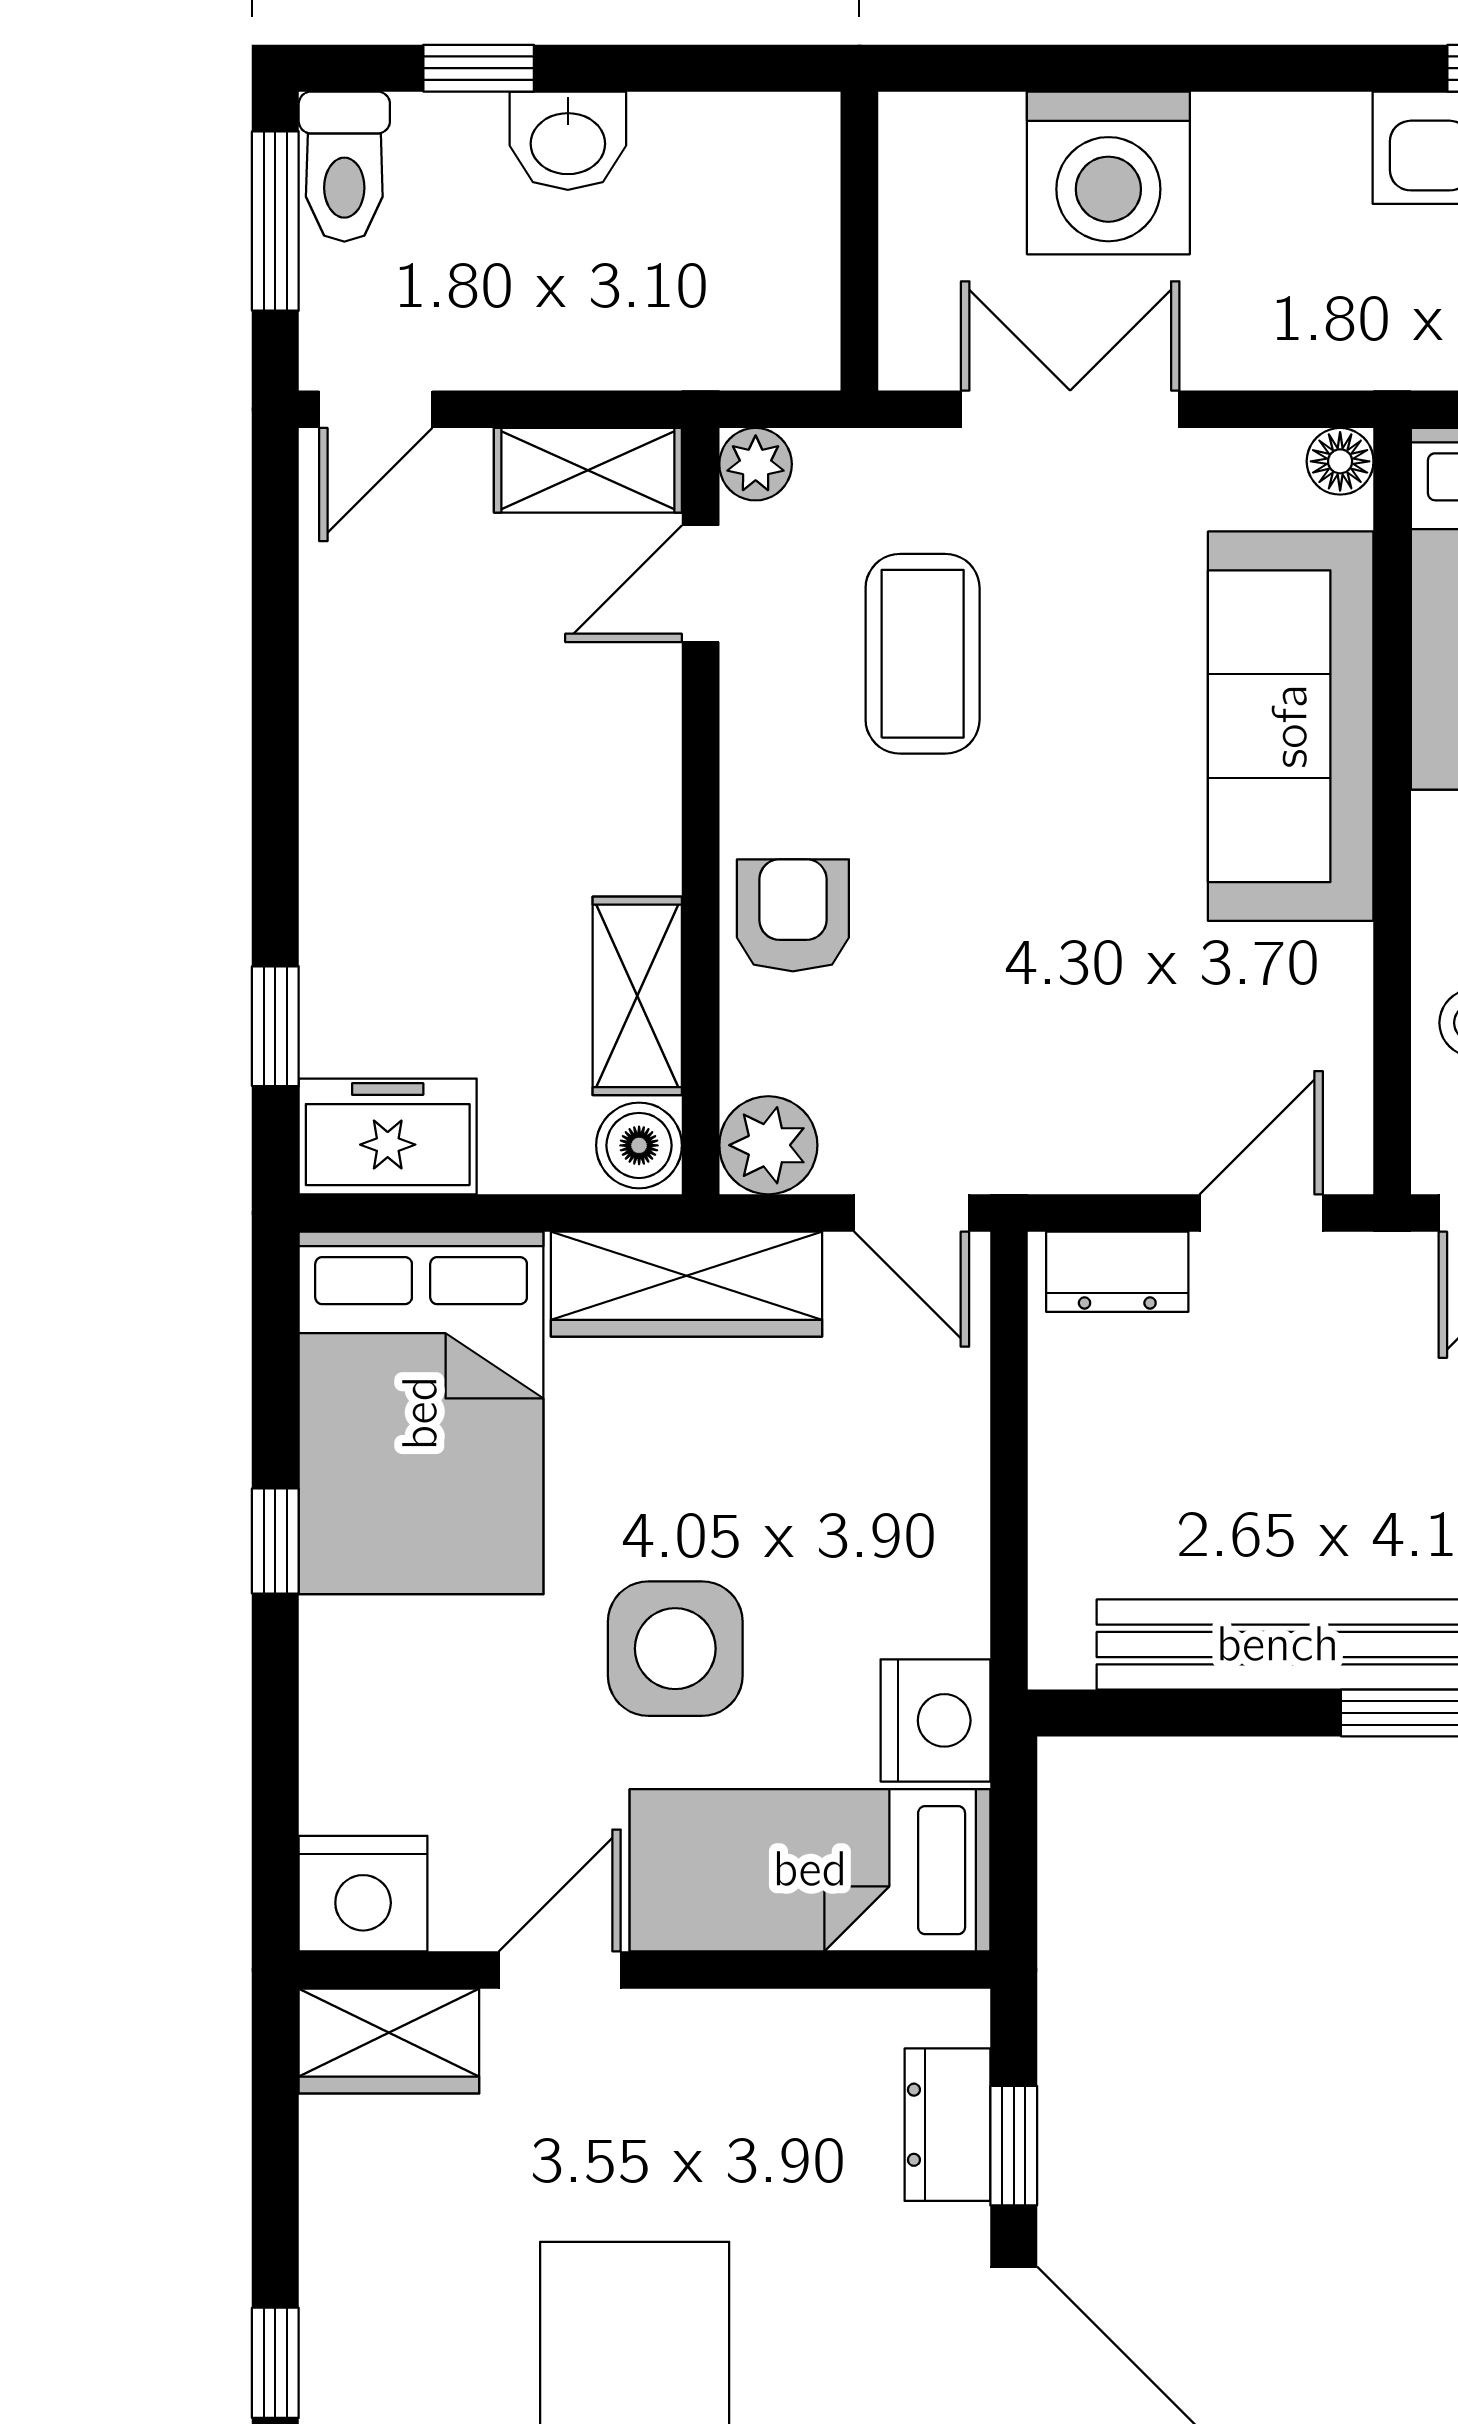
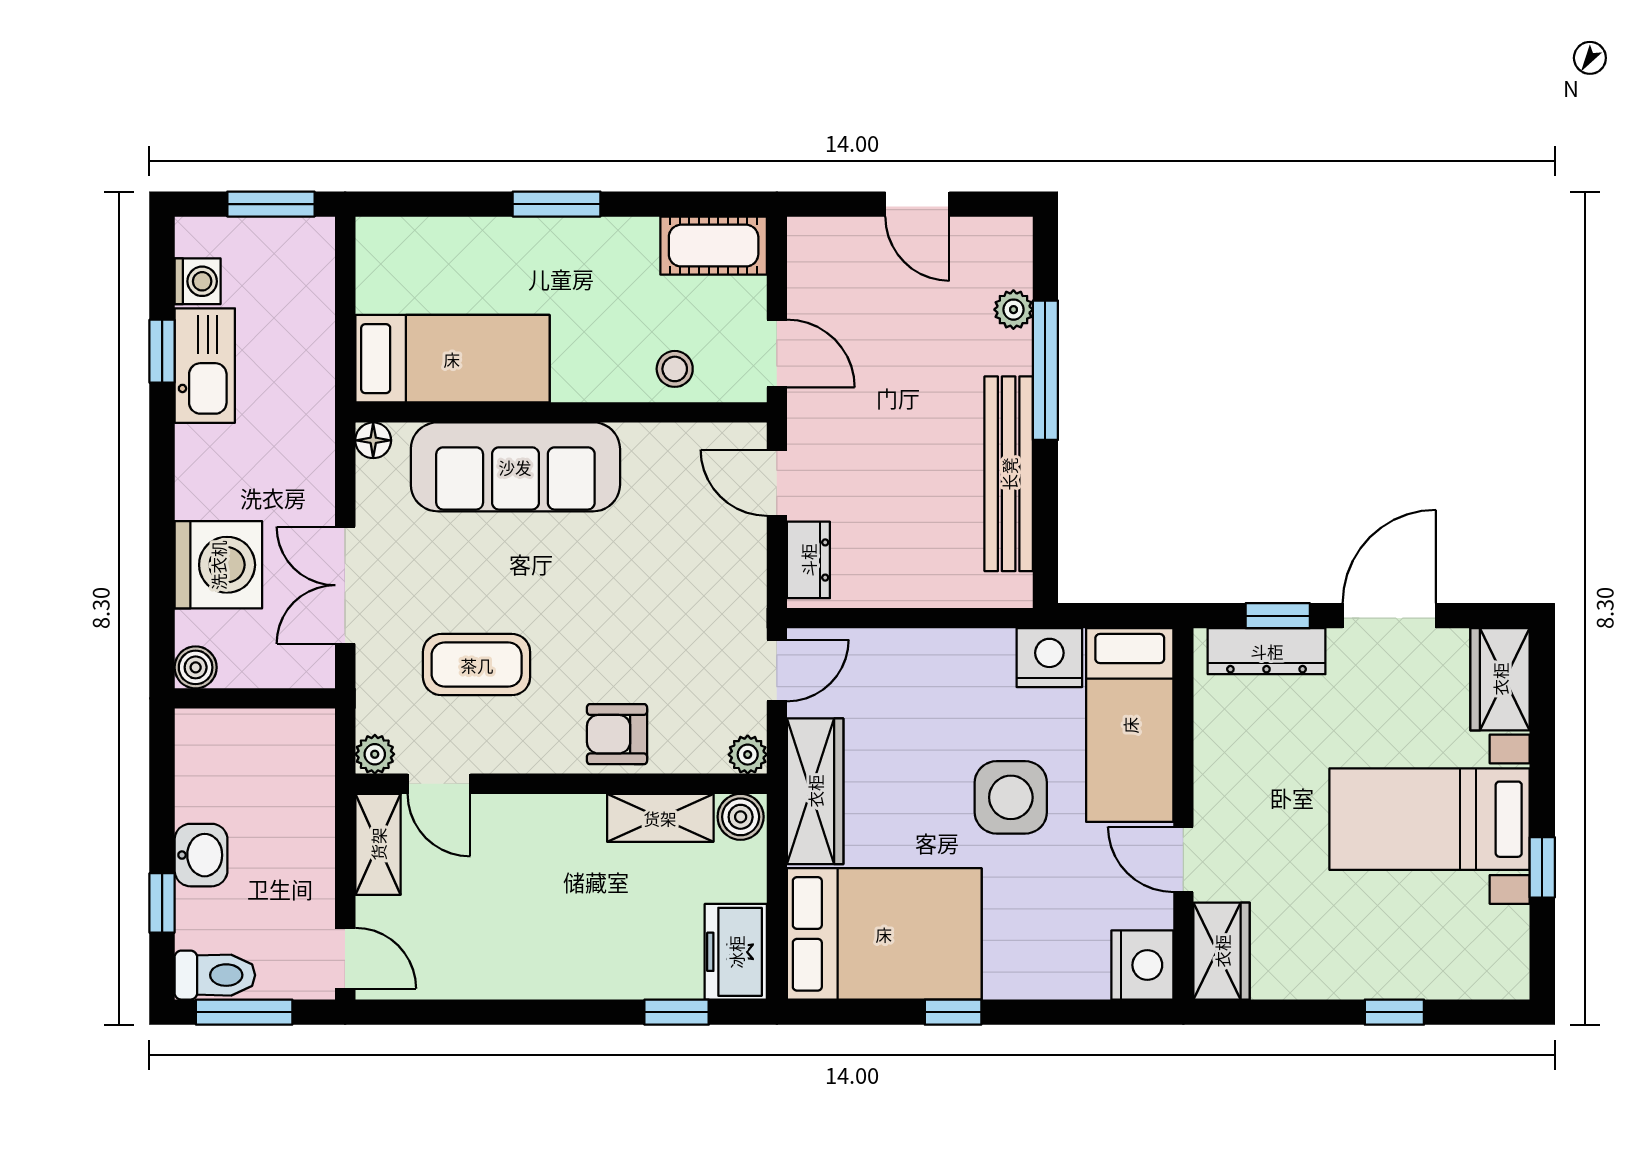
boiler: (917, 131) -> (196, 667), added
plant: (768, 1145) -> (748, 755), width x0.73, depth x0.73
dresser: (947, 2125) -> (1267, 651), width x1.44

